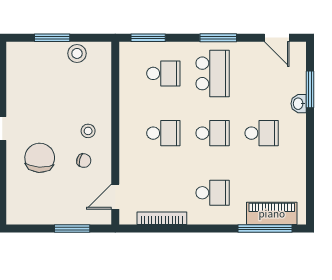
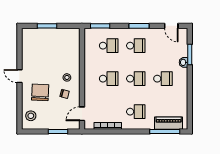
stool: (77, 53) -> (31, 116), moved
school desk: (213, 73) -> (136, 46), width x0.54

